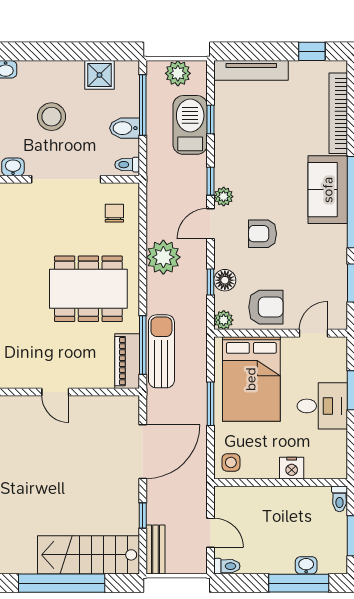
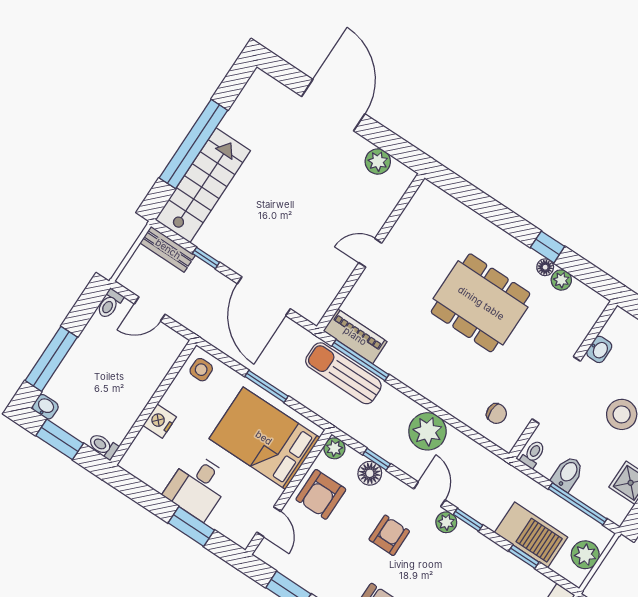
dining table: (88, 289) -> (481, 303), moved, turned 90
sun lounger: (161, 351) -> (343, 373), turned 180
washbasin: (306, 565) -> (45, 407), moved, turned -90

